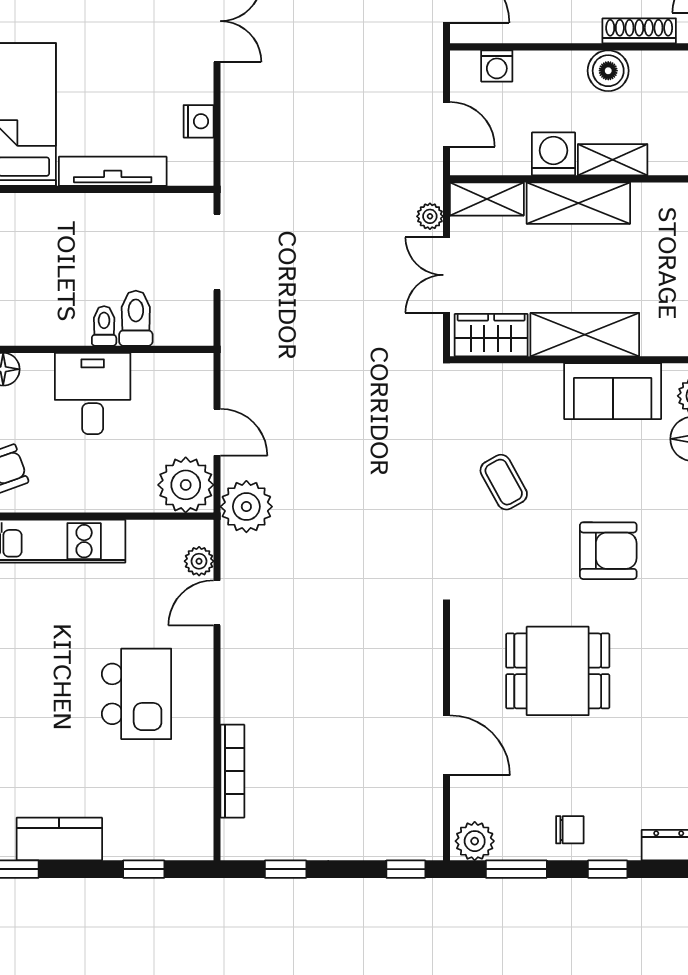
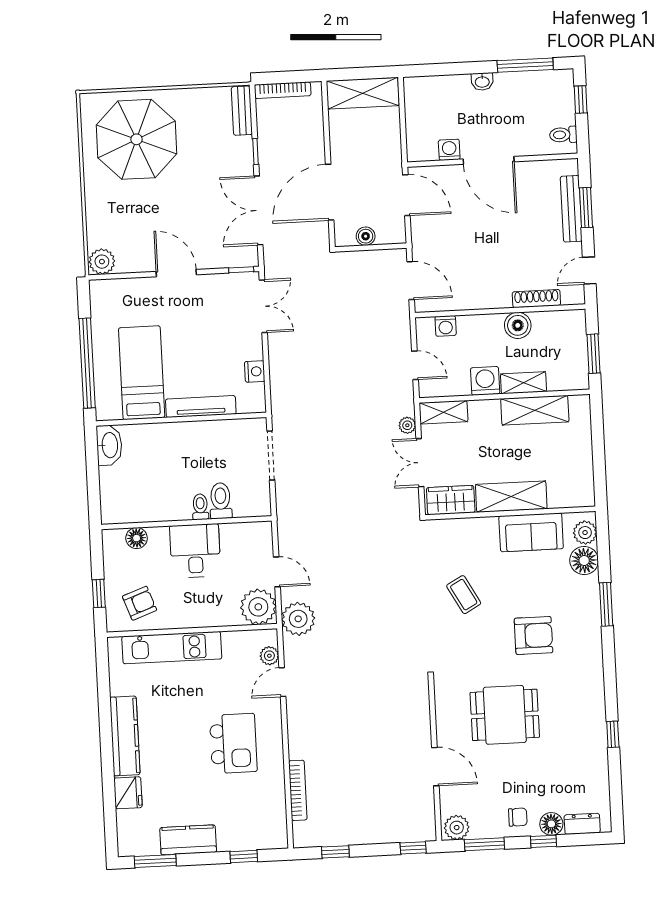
shelving: (578, 203) -> (535, 410), moved
floor lamp: (621, 843) -> (551, 824), added

